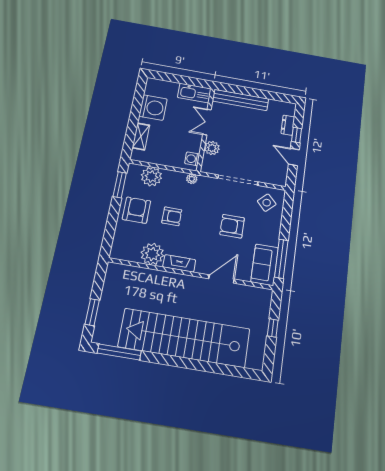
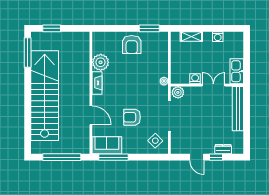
washing machine: (153, 108) -> (218, 37), width x0.53, depth x0.53
plant: (212, 148) -> (178, 92), moved
door: (294, 157) -> (197, 157), swing flipped
washing machine: (192, 159) -> (195, 79), moved
plant: (151, 177) -> (160, 51), removed
armchair: (137, 210) -> (132, 45), turned 90
armchair: (172, 216) -> (132, 71), removed
armchair: (232, 226) -> (132, 117), turned -90
window: (273, 328) -> (62, 157), width x3.17

